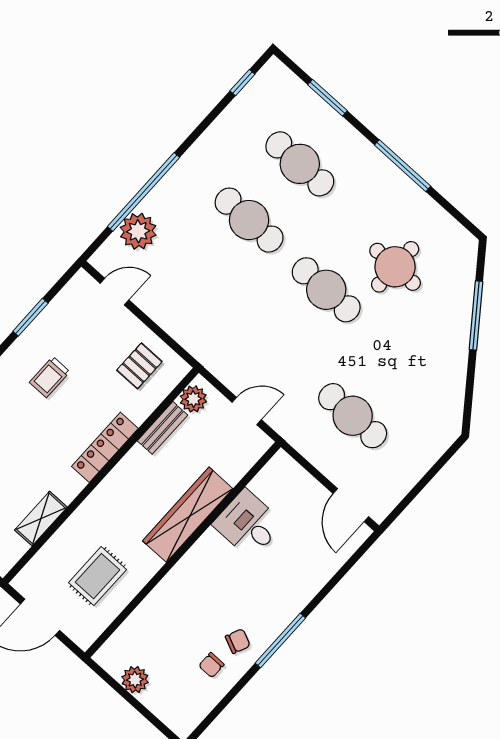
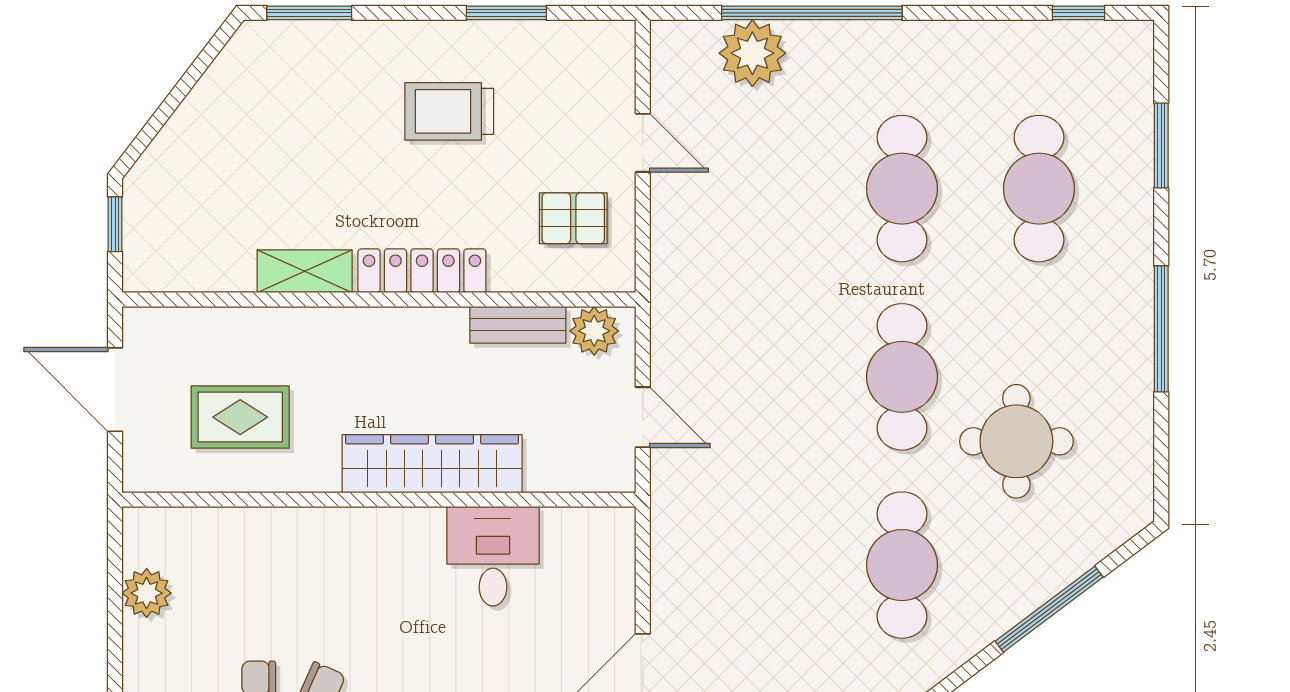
door: (115, 292) -> (643, 143), moved
trolley: (50, 377) -> (449, 111), width x1.36, depth x1.39
cafe table: (353, 416) -> (902, 565), moved
shelving: (41, 519) -> (305, 271), moved

